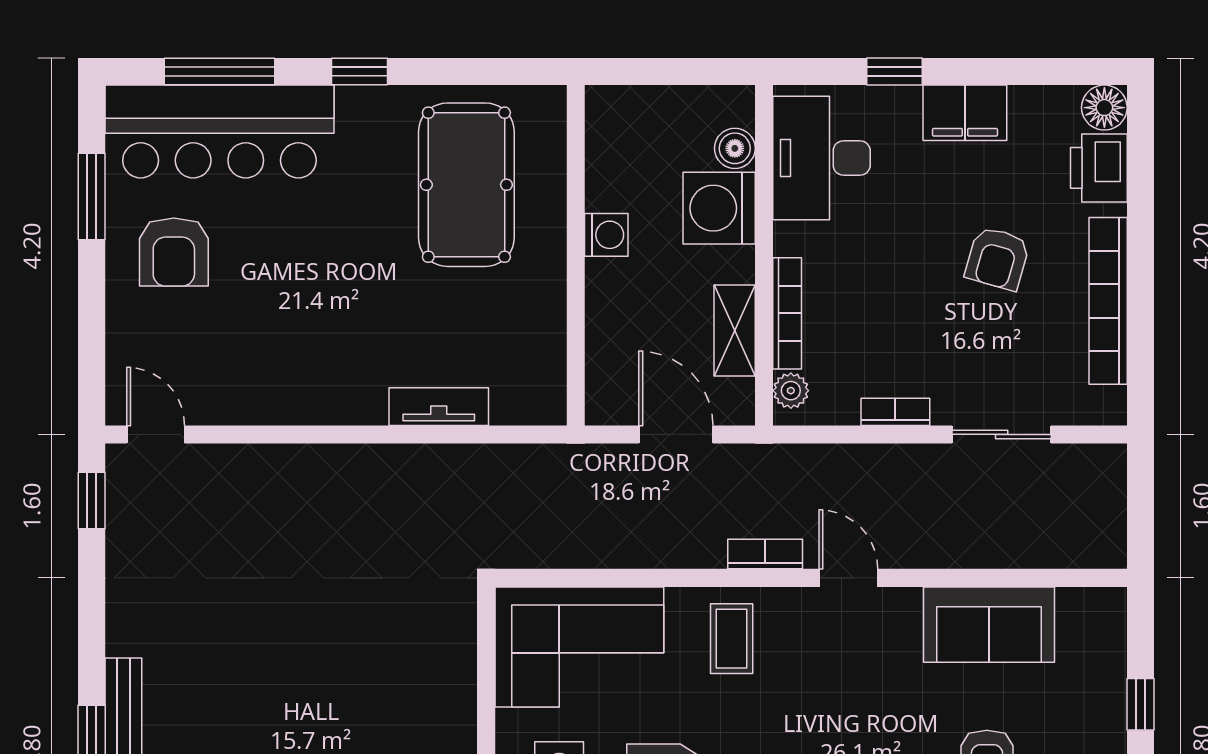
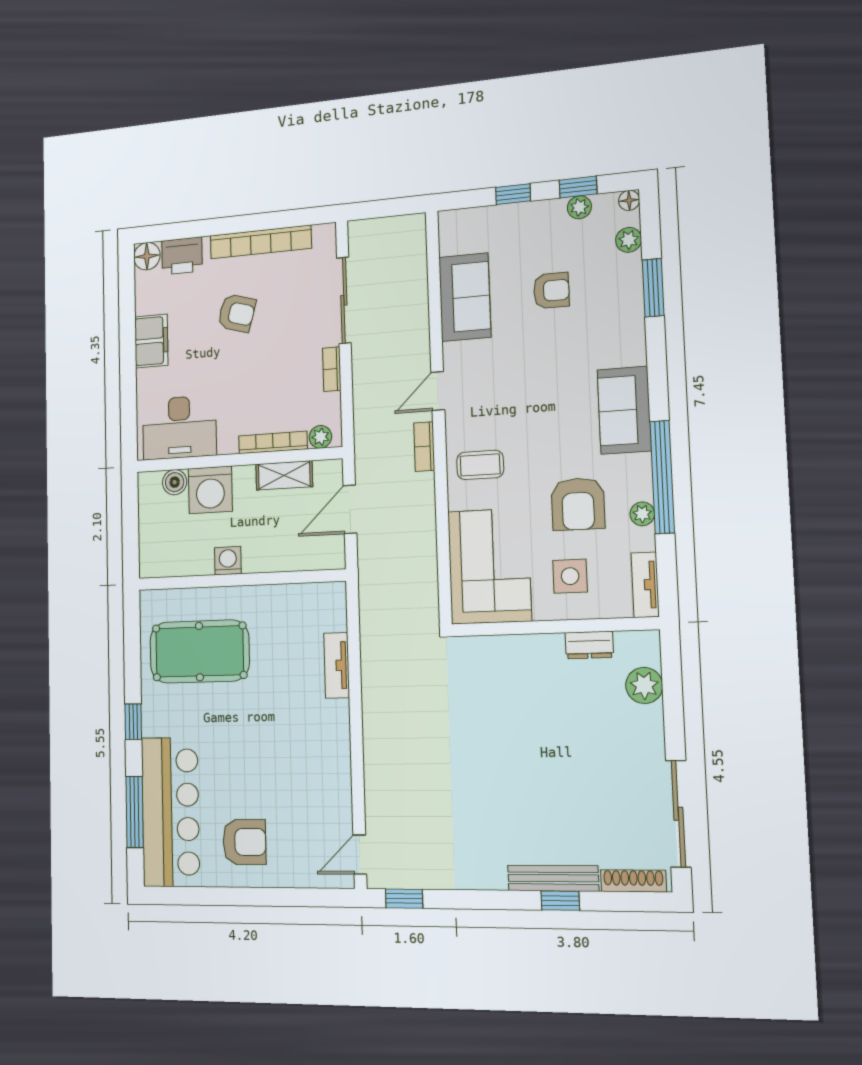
window: (894, 71) -> (128, 386), removed
window: (92, 197) -> (211, 896), removed
sliding door: (1002, 434) -> (344, 300), width x1.37

